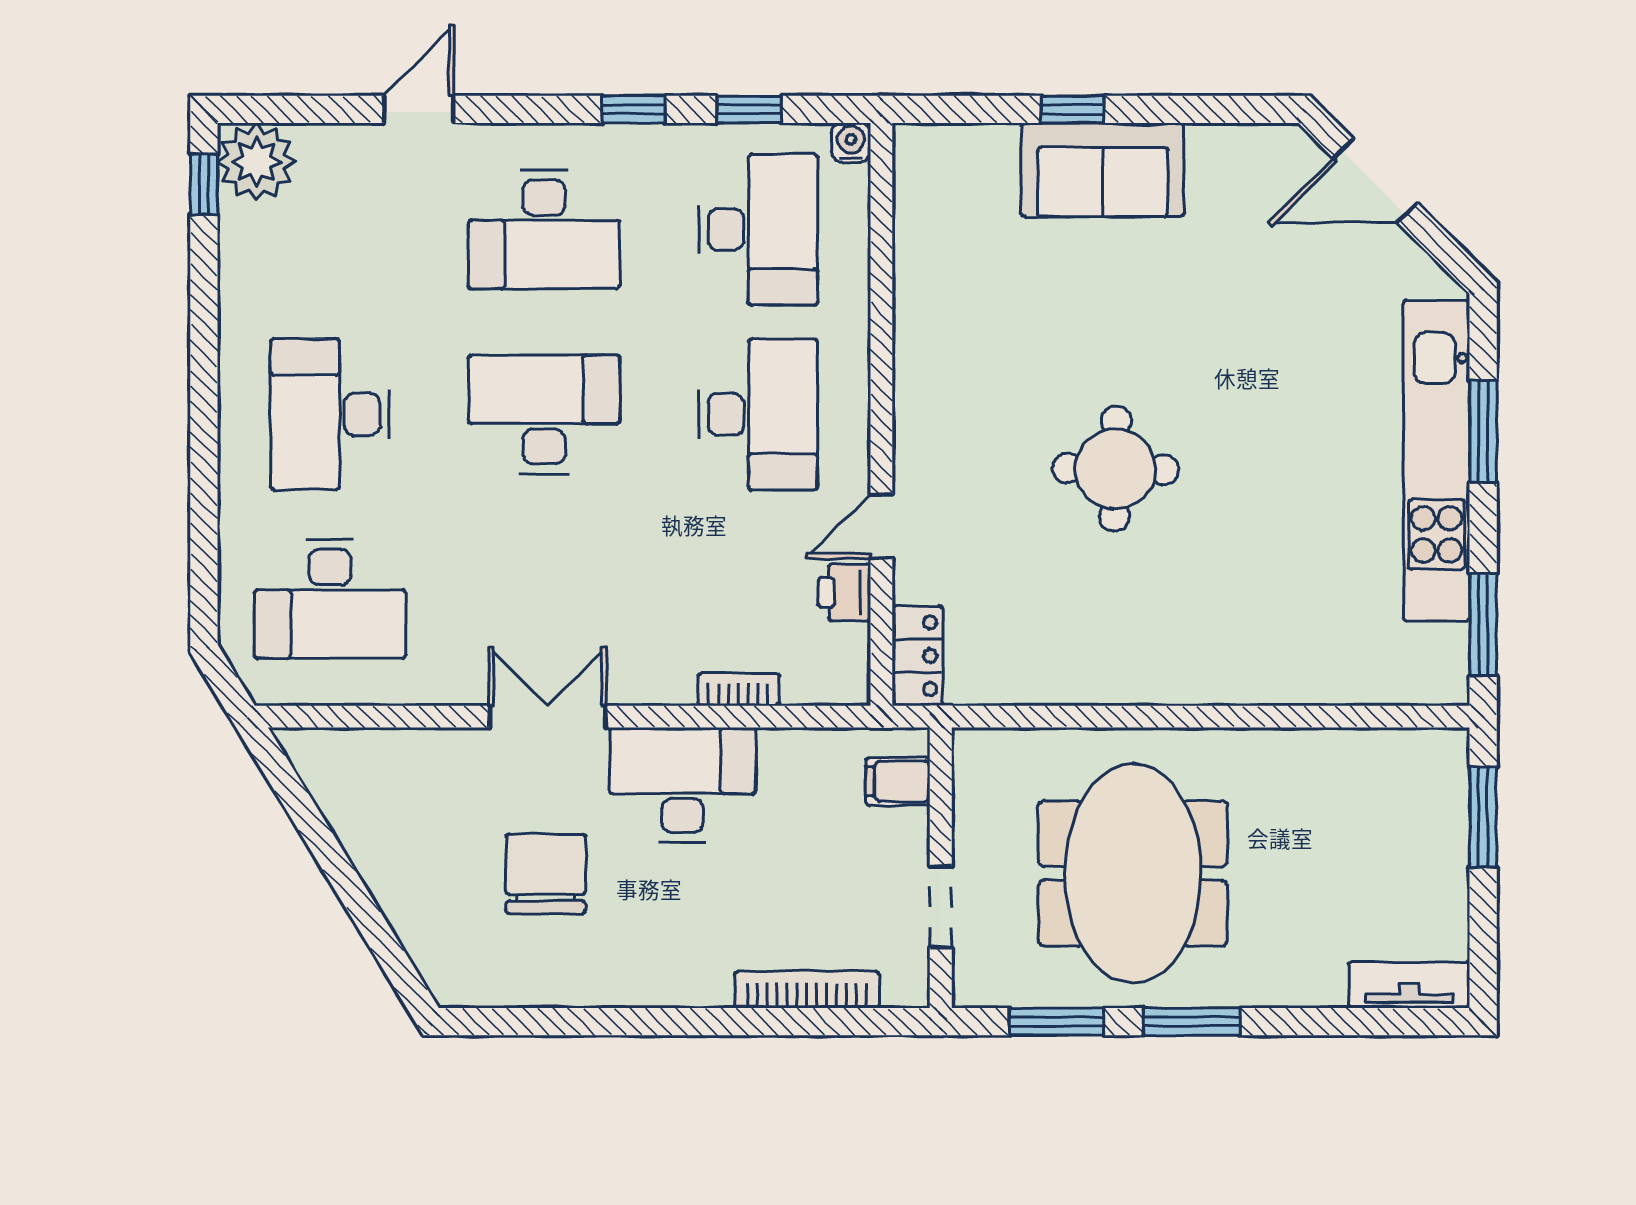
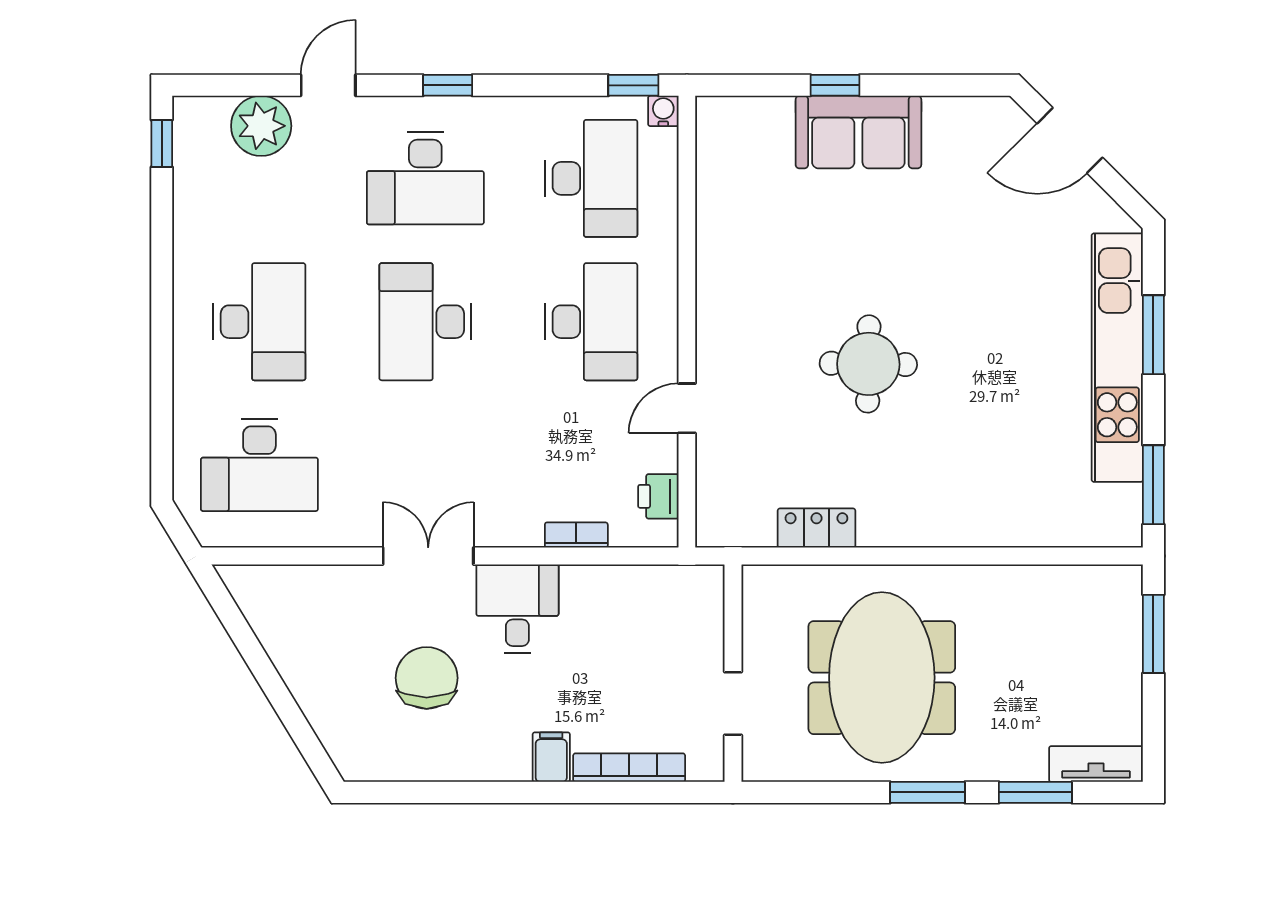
window: (633, 109) -> (448, 85), moved
window: (749, 109) -> (633, 85), moved
plant: (256, 162) -> (261, 126), moved
desk: (330, 414) -> (259, 322), turned 180
desk: (544, 414) -> (425, 322), turned -90
printer: (844, 592) -> (658, 496), moved
locker: (917, 656) -> (816, 528), moved, turned -90
filing cabinet: (898, 781) -> (551, 757), moved, turned 90
desk: (683, 785) -> (517, 609), width x0.73
window: (1057, 1022) -> (1035, 792), moved

